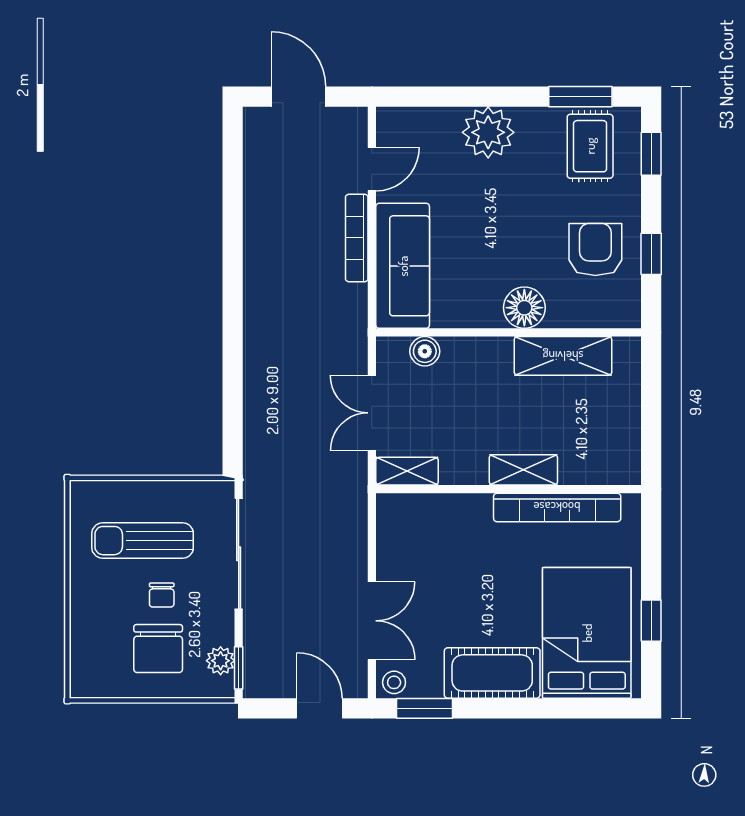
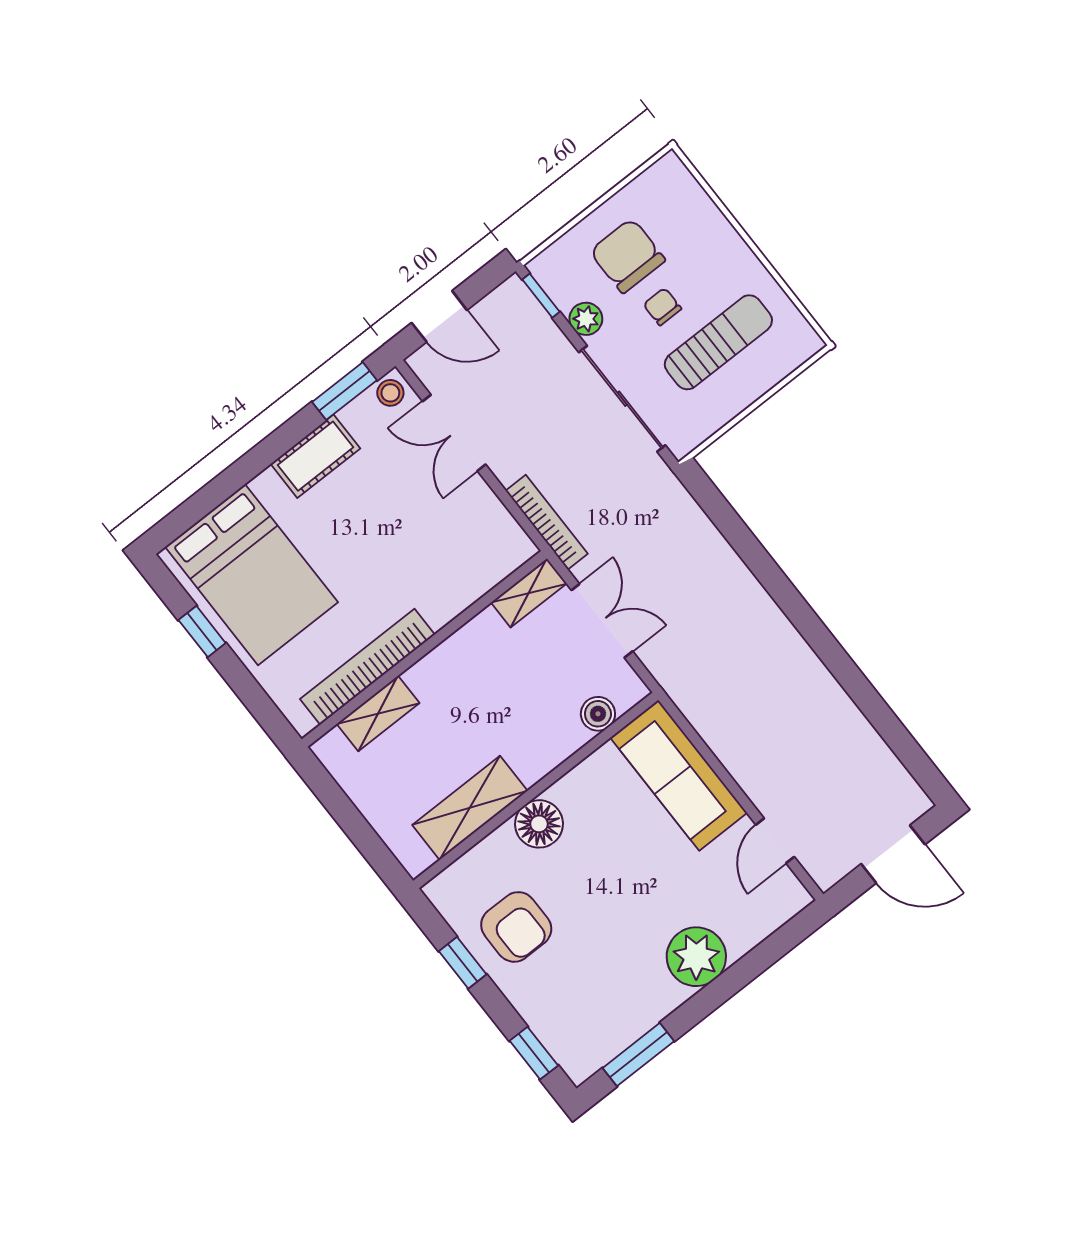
rug: (590, 146) -> (594, 1017), removed
bookcase: (357, 238) -> (547, 522), moved
shelving: (523, 470) -> (378, 713), moved
plant: (221, 661) -> (586, 319), moved
cot: (492, 673) -> (315, 456), width x0.73, depth x0.75

